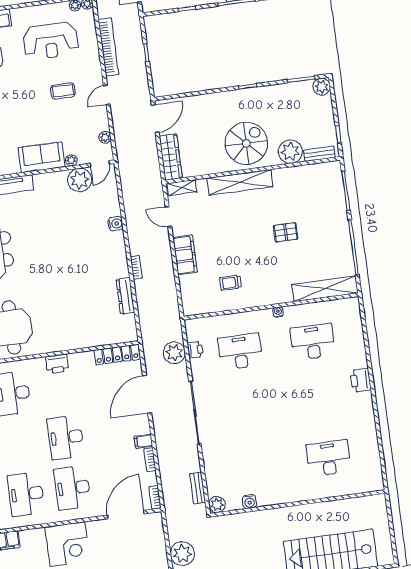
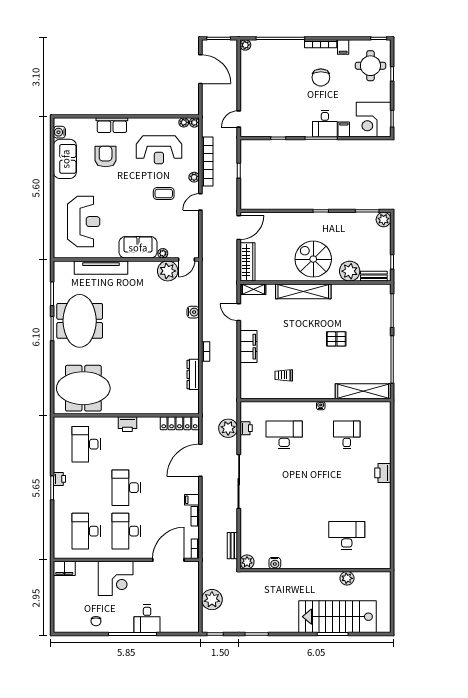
plant: (105, 137) -> (194, 177), moved
spiral stairs: (246, 143) -> (313, 259), turned -90
desk: (313, 342) -> (347, 435), width x0.73
plant: (335, 508) -> (347, 578), added

